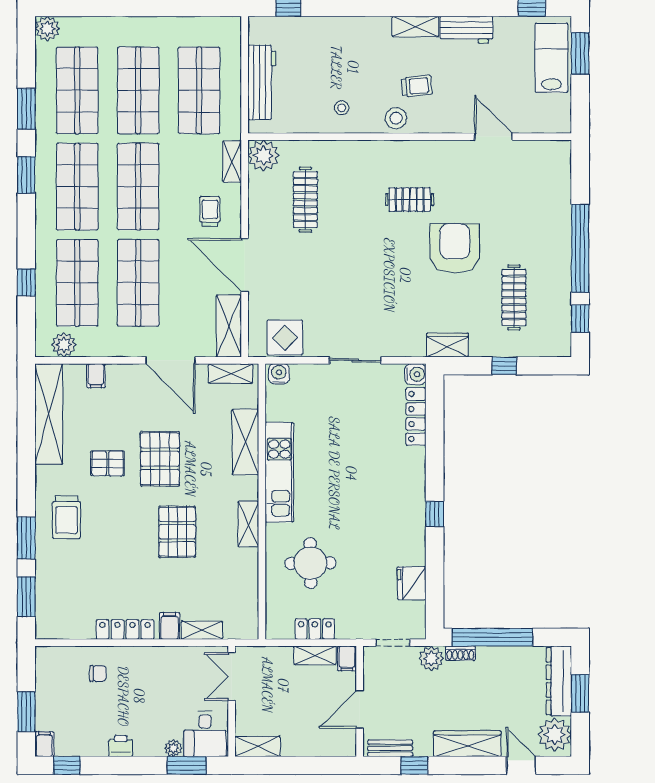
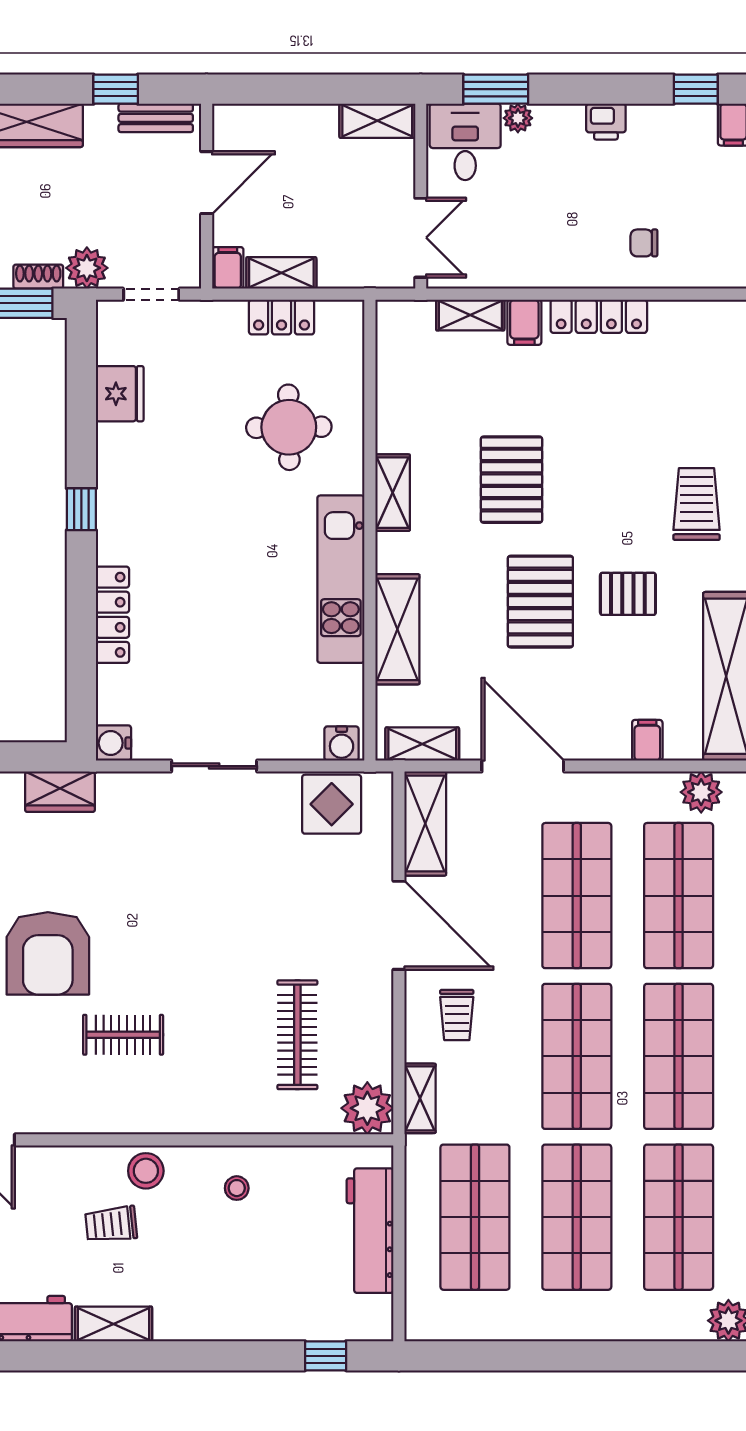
locker: (416, 416) -> (112, 615), moved

